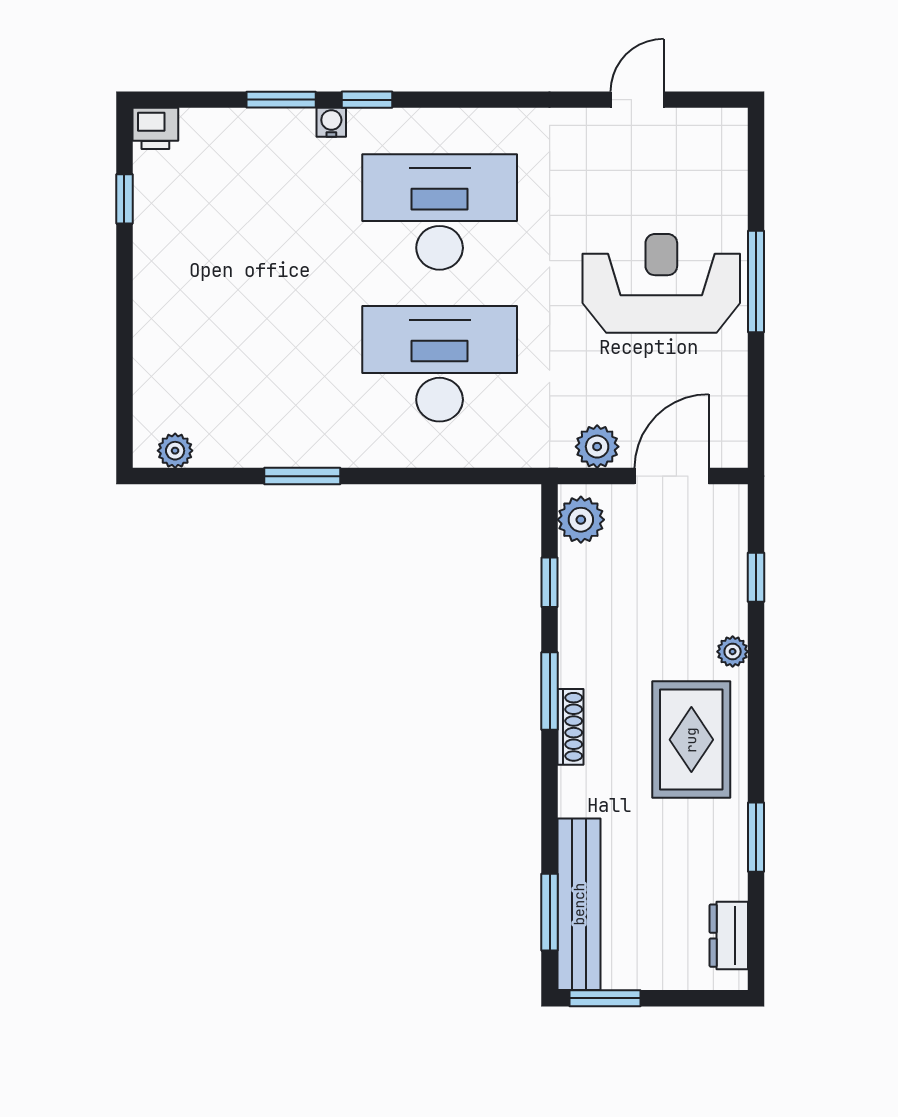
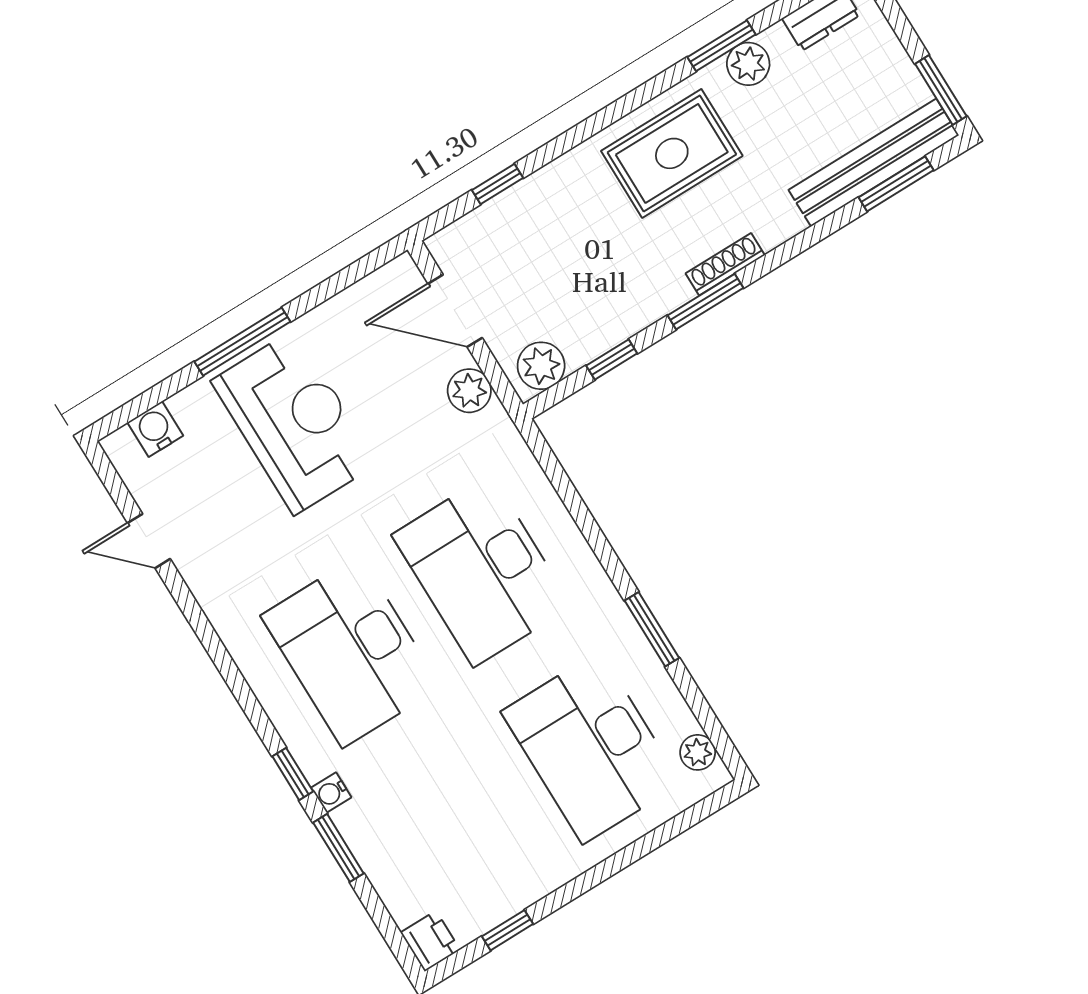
water cooler: (728, 163) -> (155, 429), added
reception desk: (661, 283) -> (294, 422), turned 180
desk: (234, 364) -> (591, 748), added
plant: (733, 652) -> (748, 64), moved, width x1.38, depth x1.38

